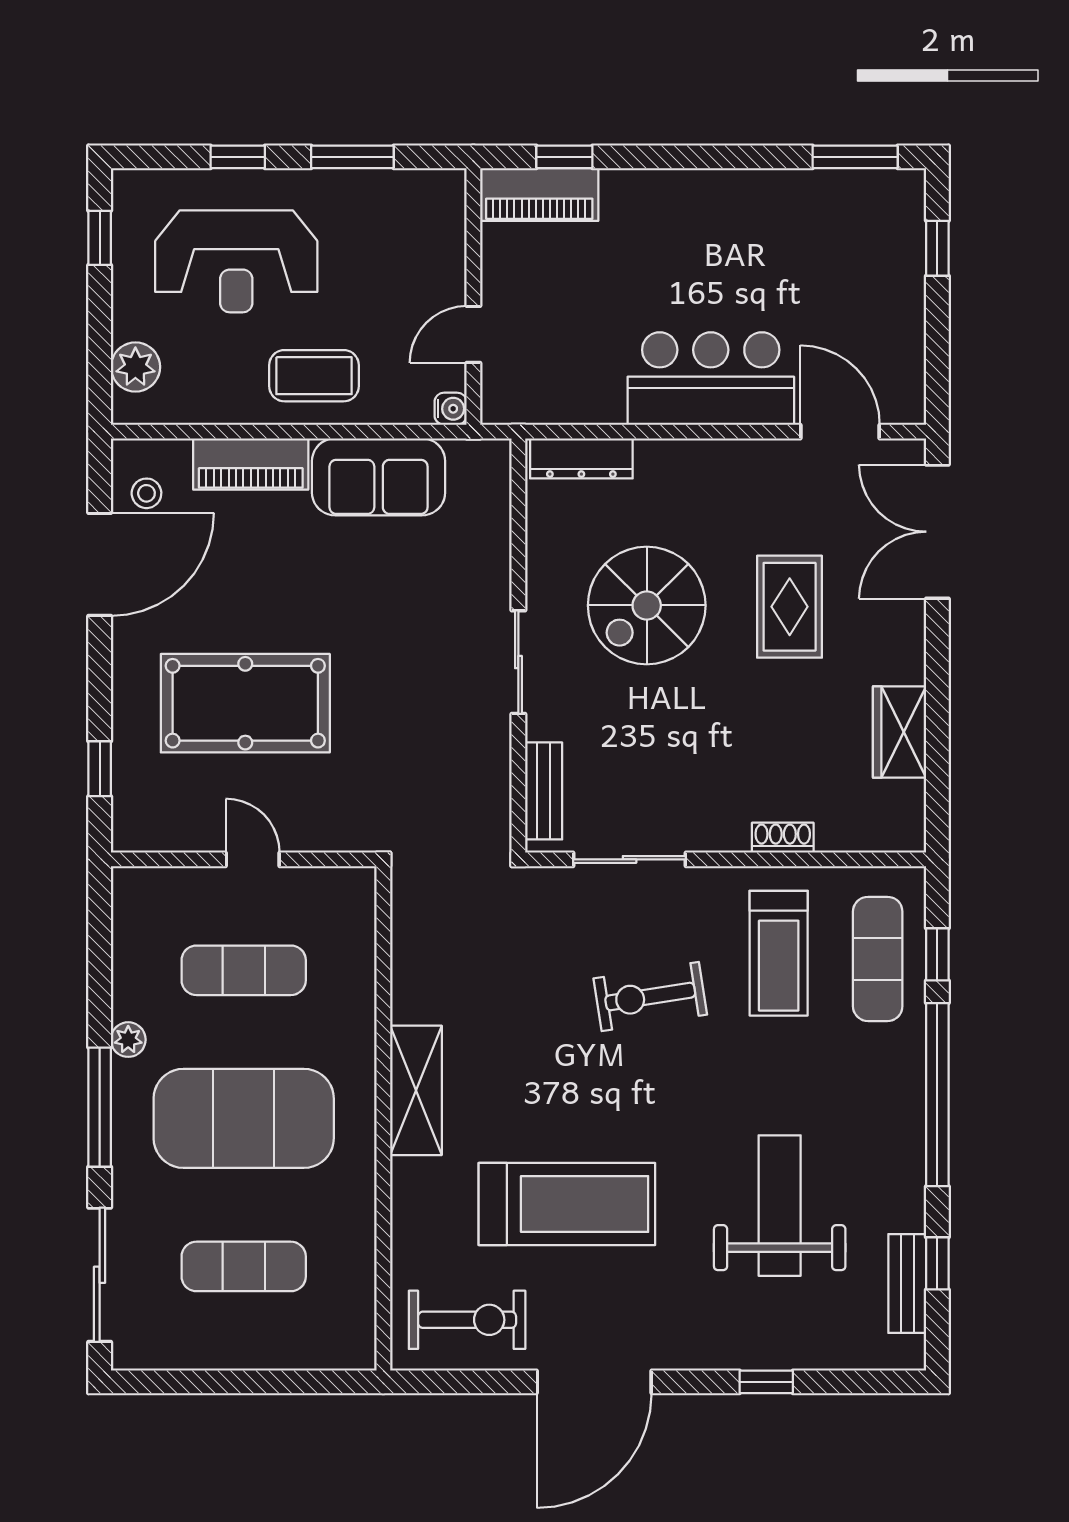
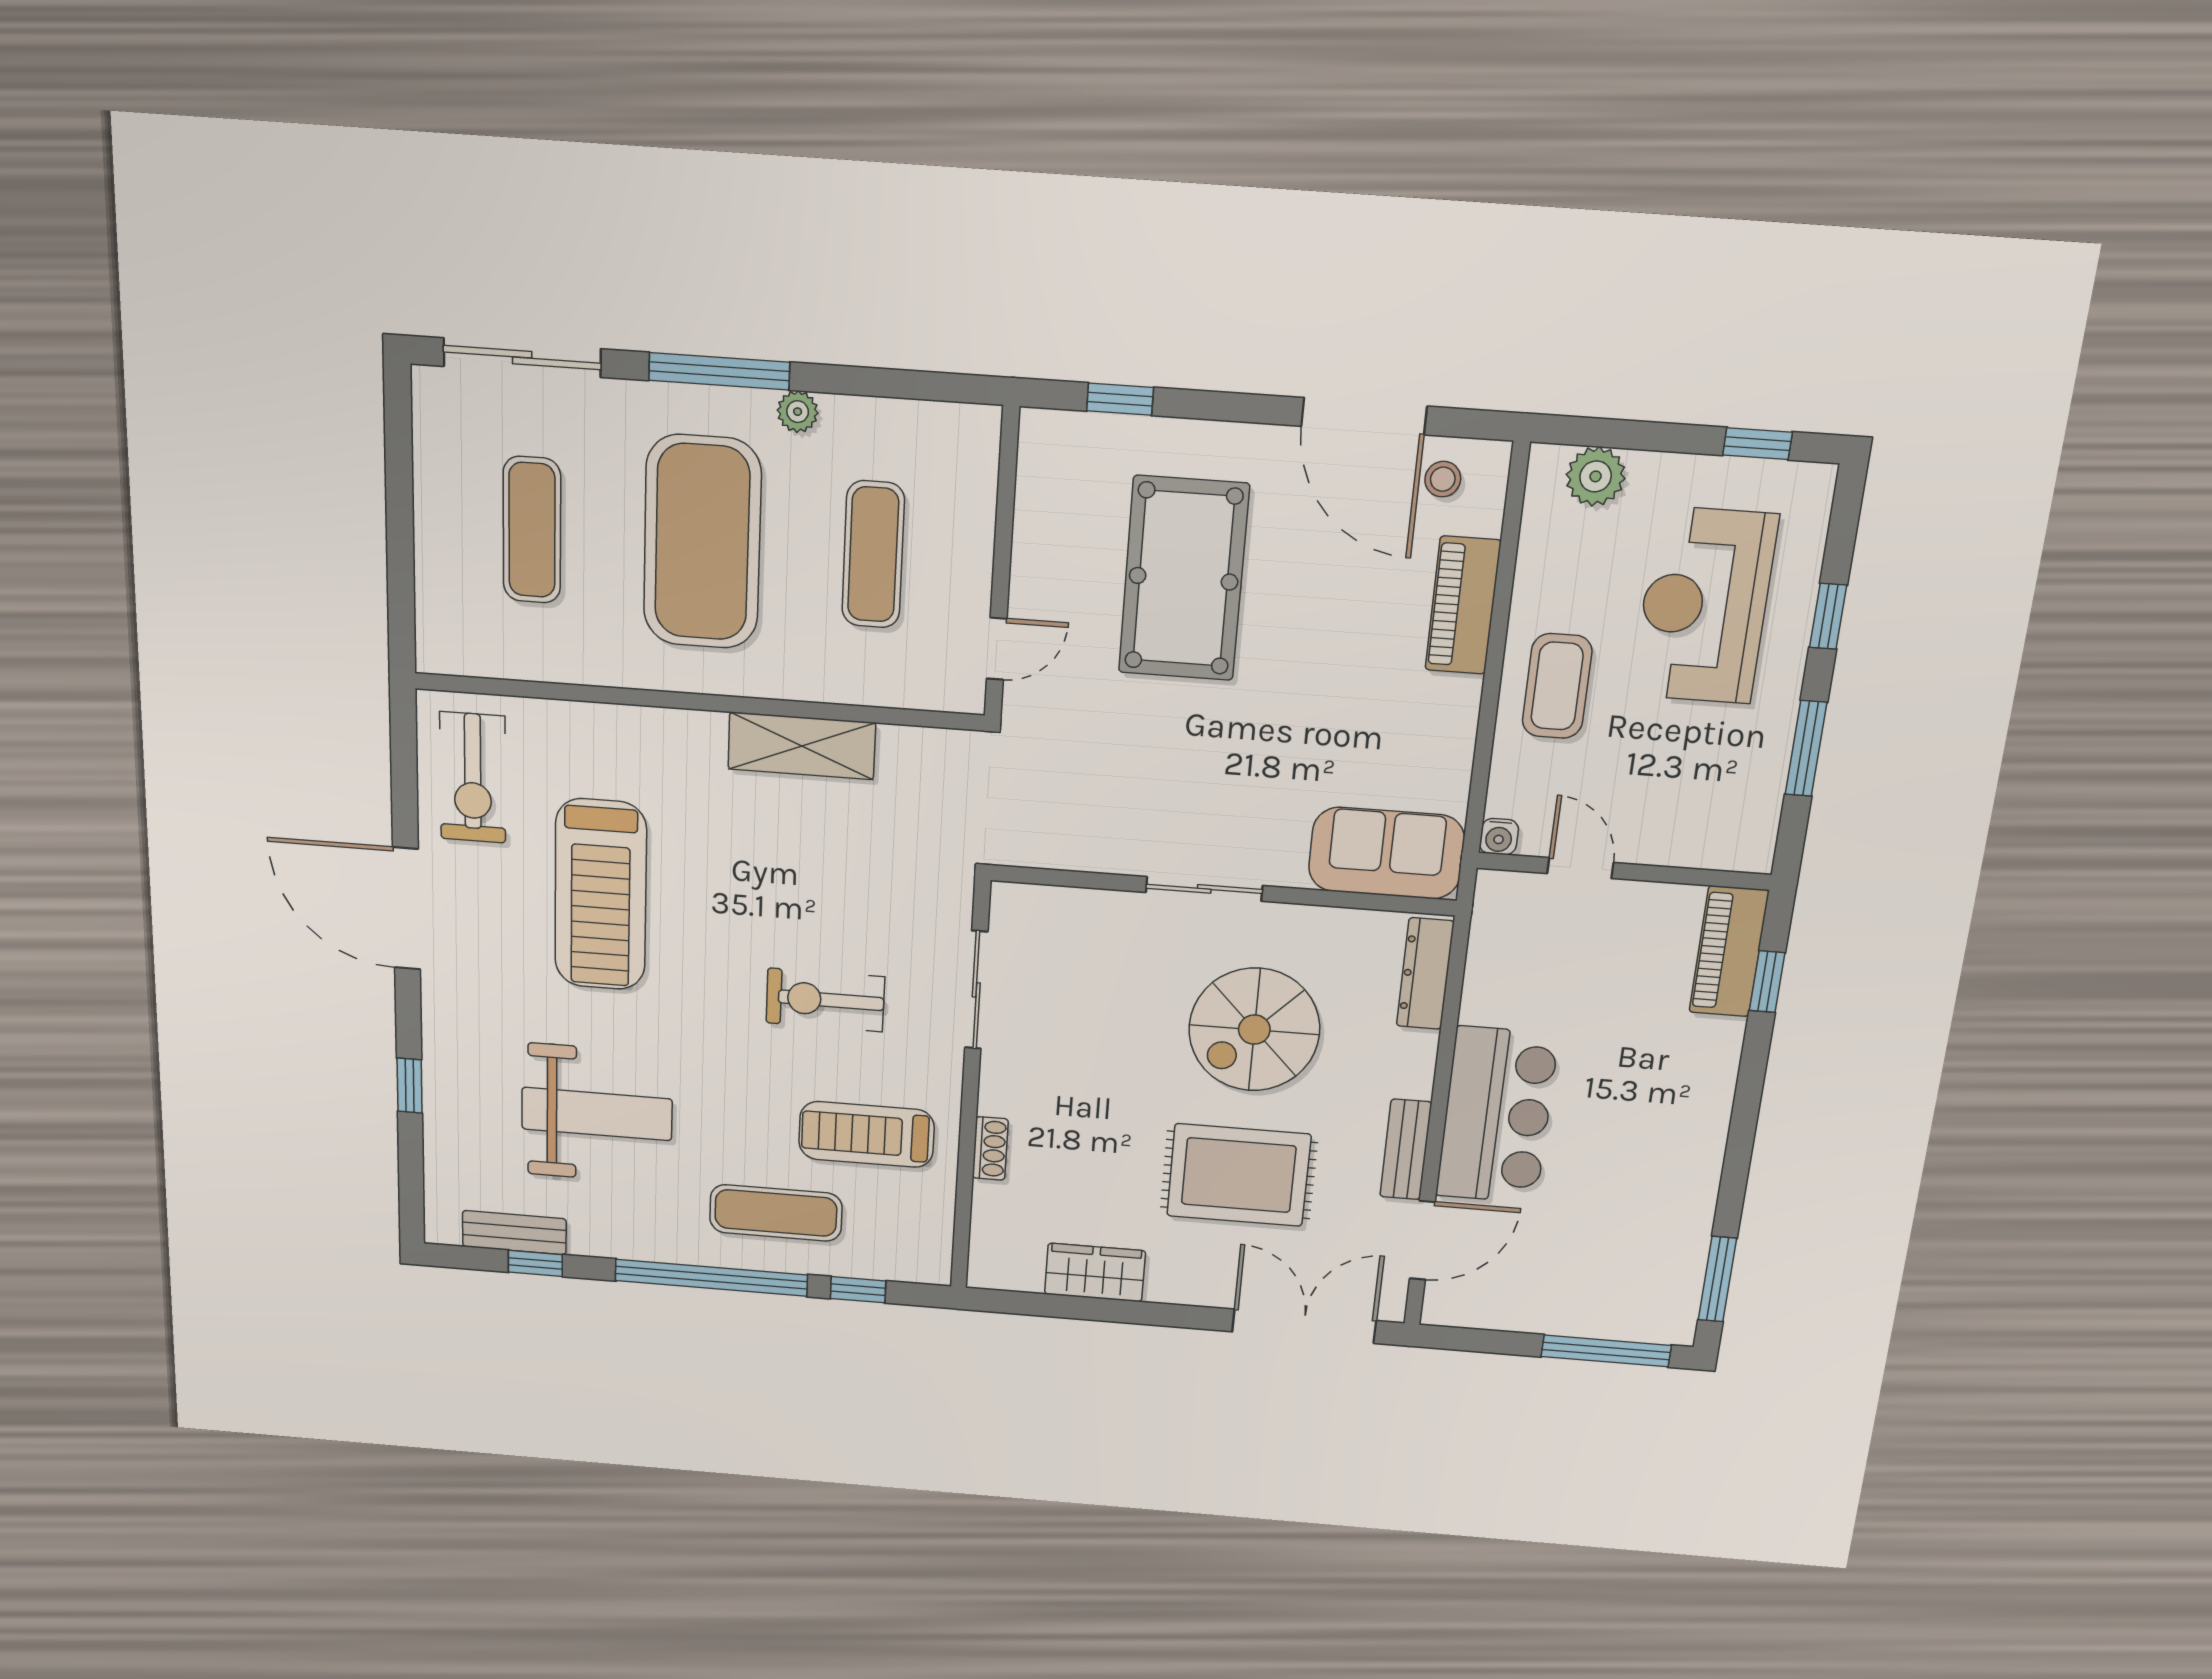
window: (937, 248) -> (1606, 1351), width x2.17
sofa: (379, 477) -> (1386, 853), moved, turned 90
spiral stairs: (647, 605) -> (1254, 1030), turned -90
rug: (790, 607) -> (1239, 1175), width x1.36, depth x1.43
bench: (544, 791) -> (1406, 1149), moved, turned 90
door: (253, 859) -> (997, 649), moved
exercise mat: (878, 959) -> (776, 1213), moved
exercise bike: (650, 996) -> (825, 1000), turned -81
shelving: (416, 1090) -> (802, 746), moved

